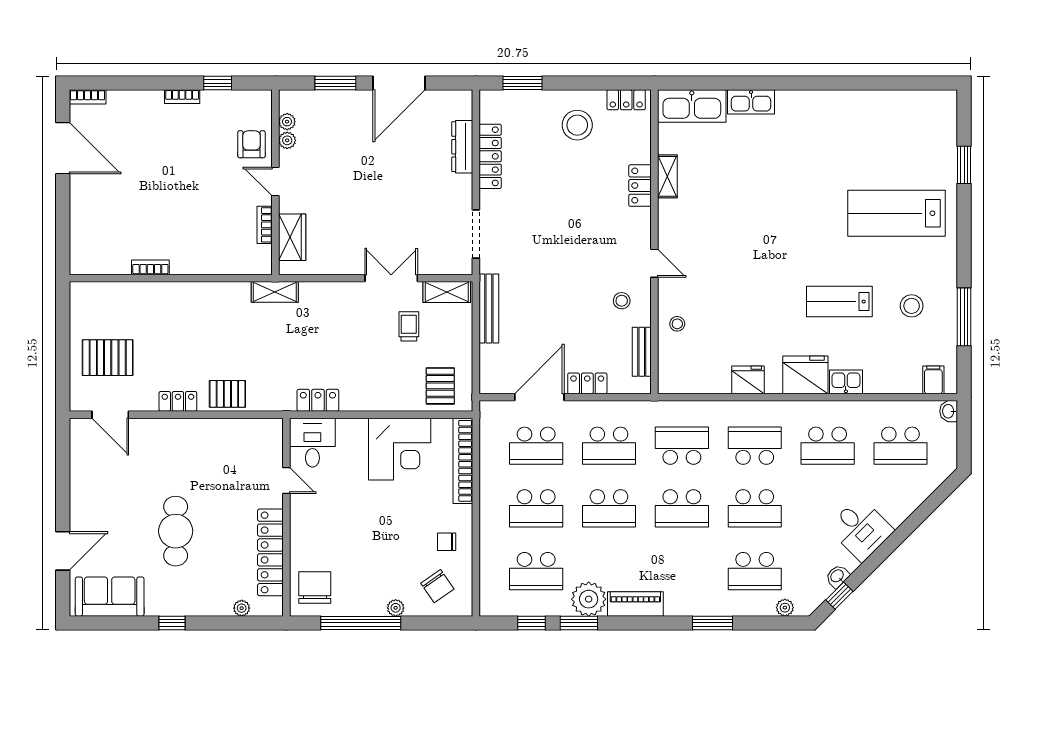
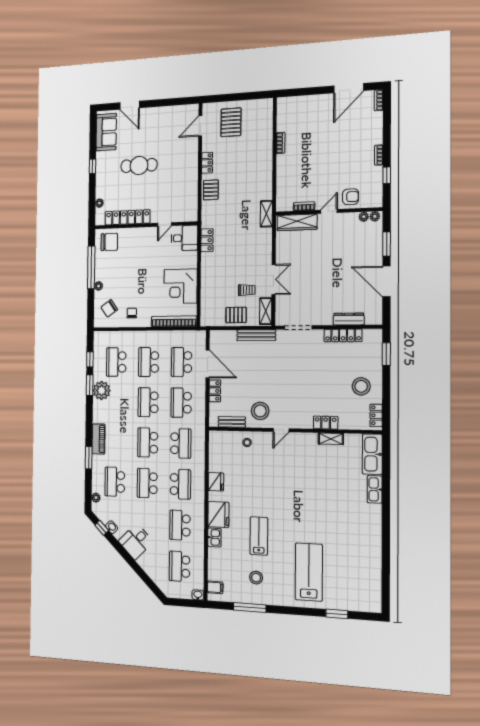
plant: (287, 140) -> (375, 216), moved
wardrobe: (292, 237) -> (297, 222), width x1.50
stool: (622, 301) -> (260, 411), width x1.89, depth x1.89
pallet: (440, 386) -> (236, 315), moved
piano: (635, 604) -> (99, 439), moved

